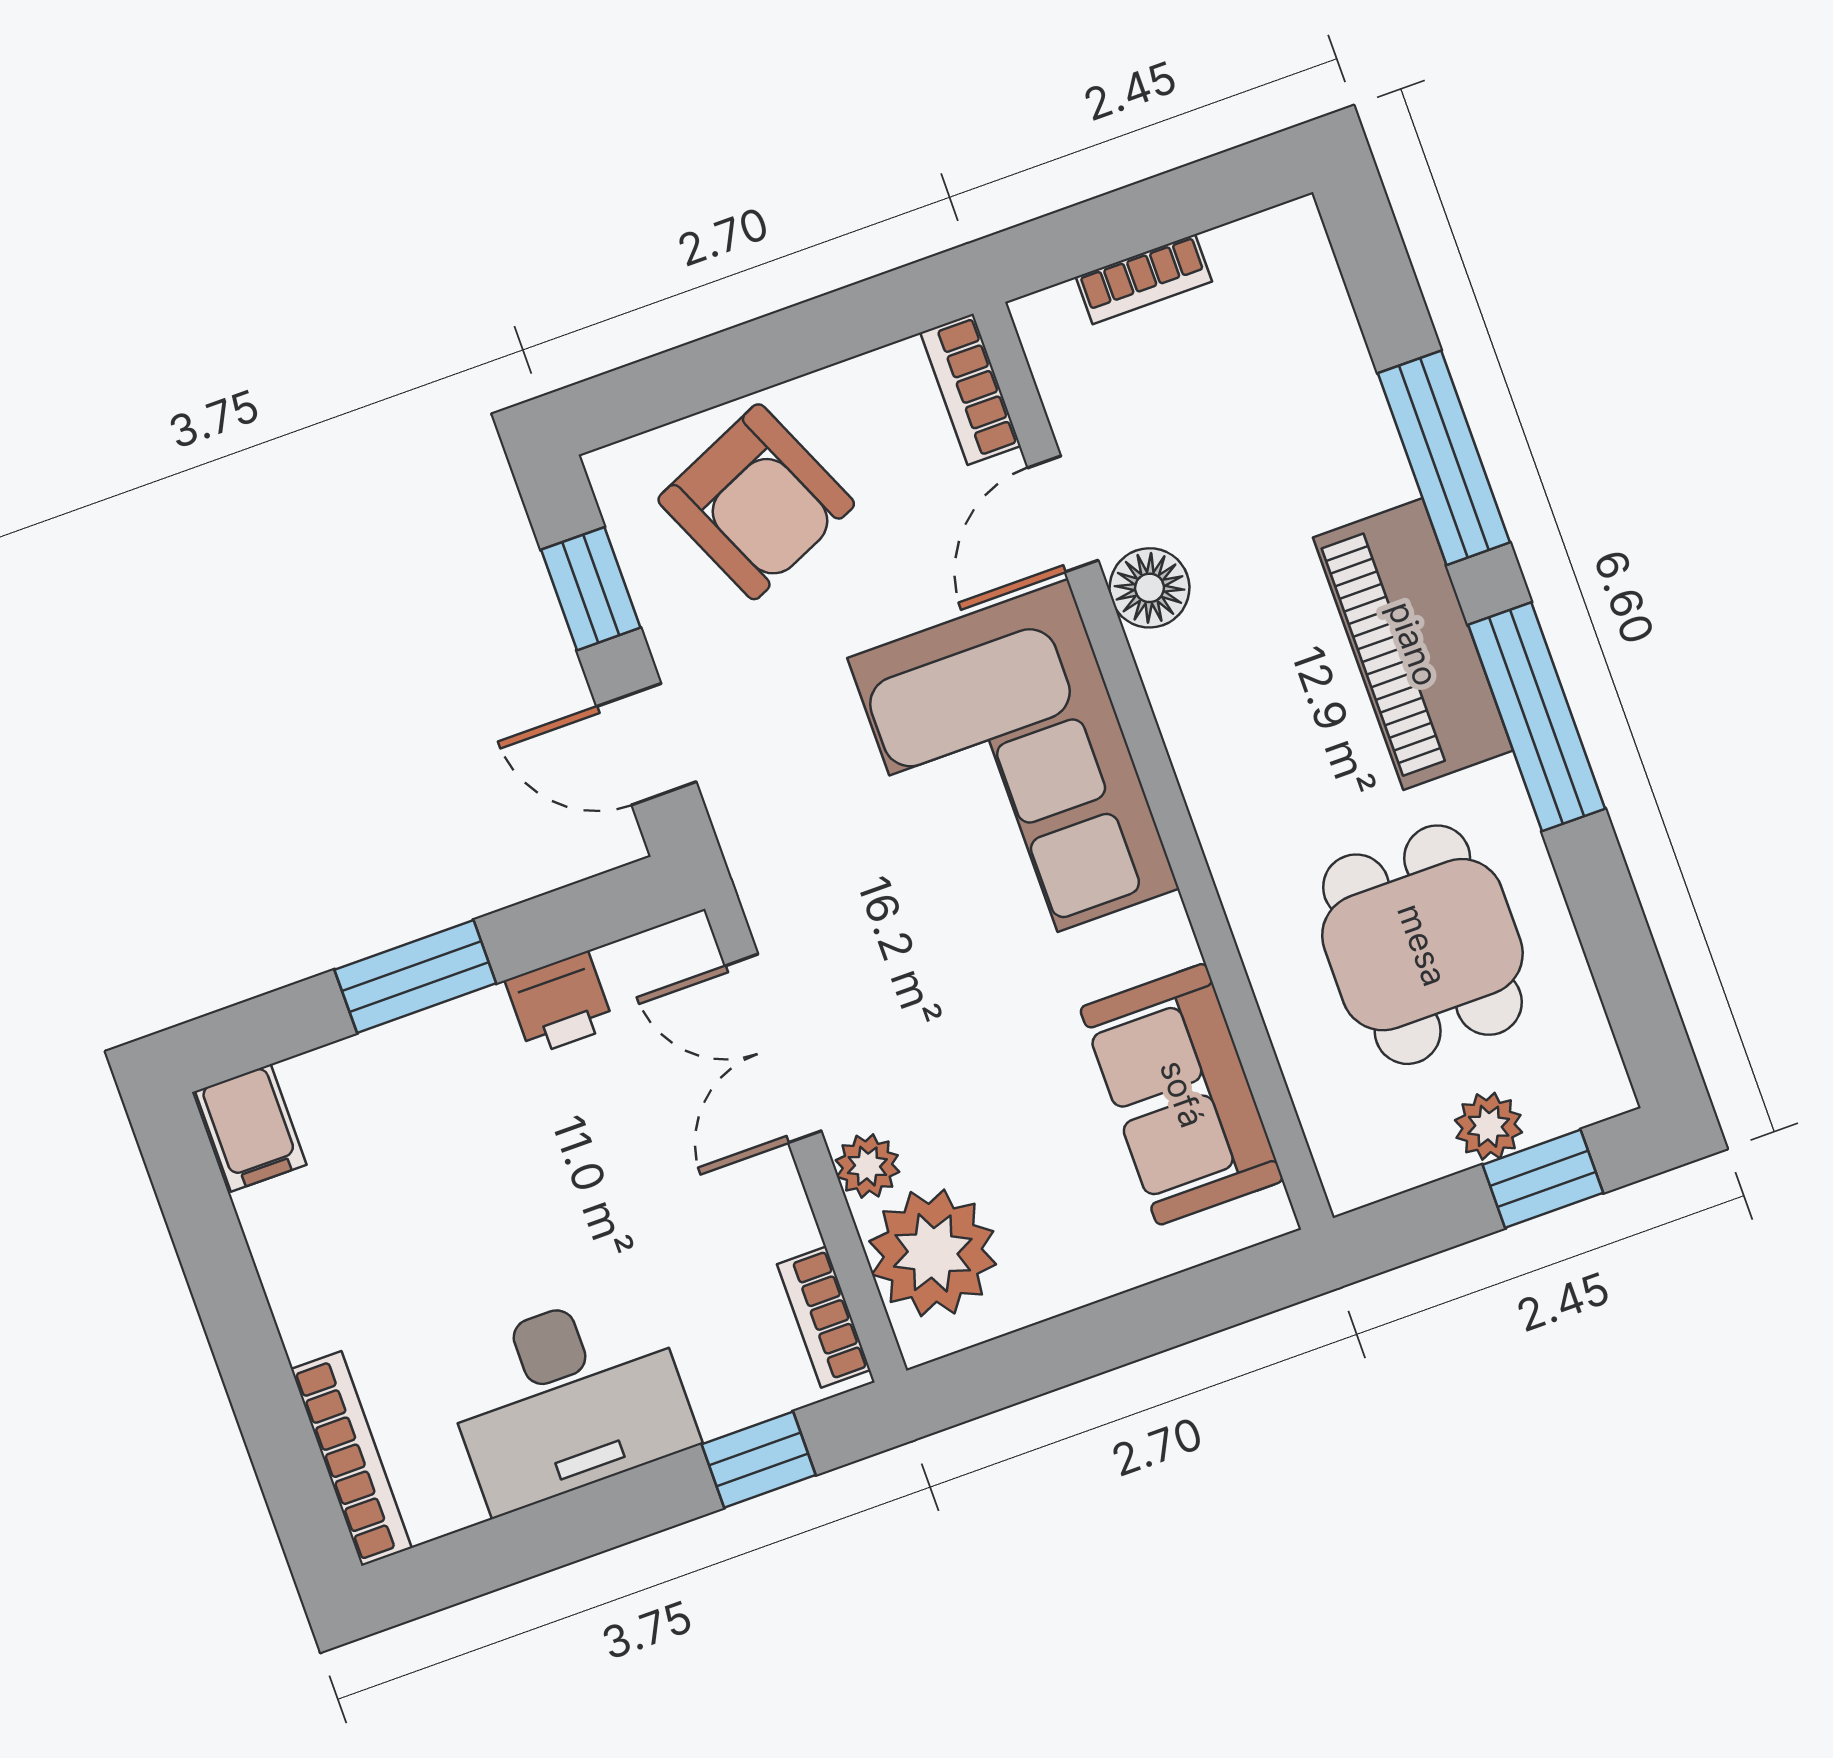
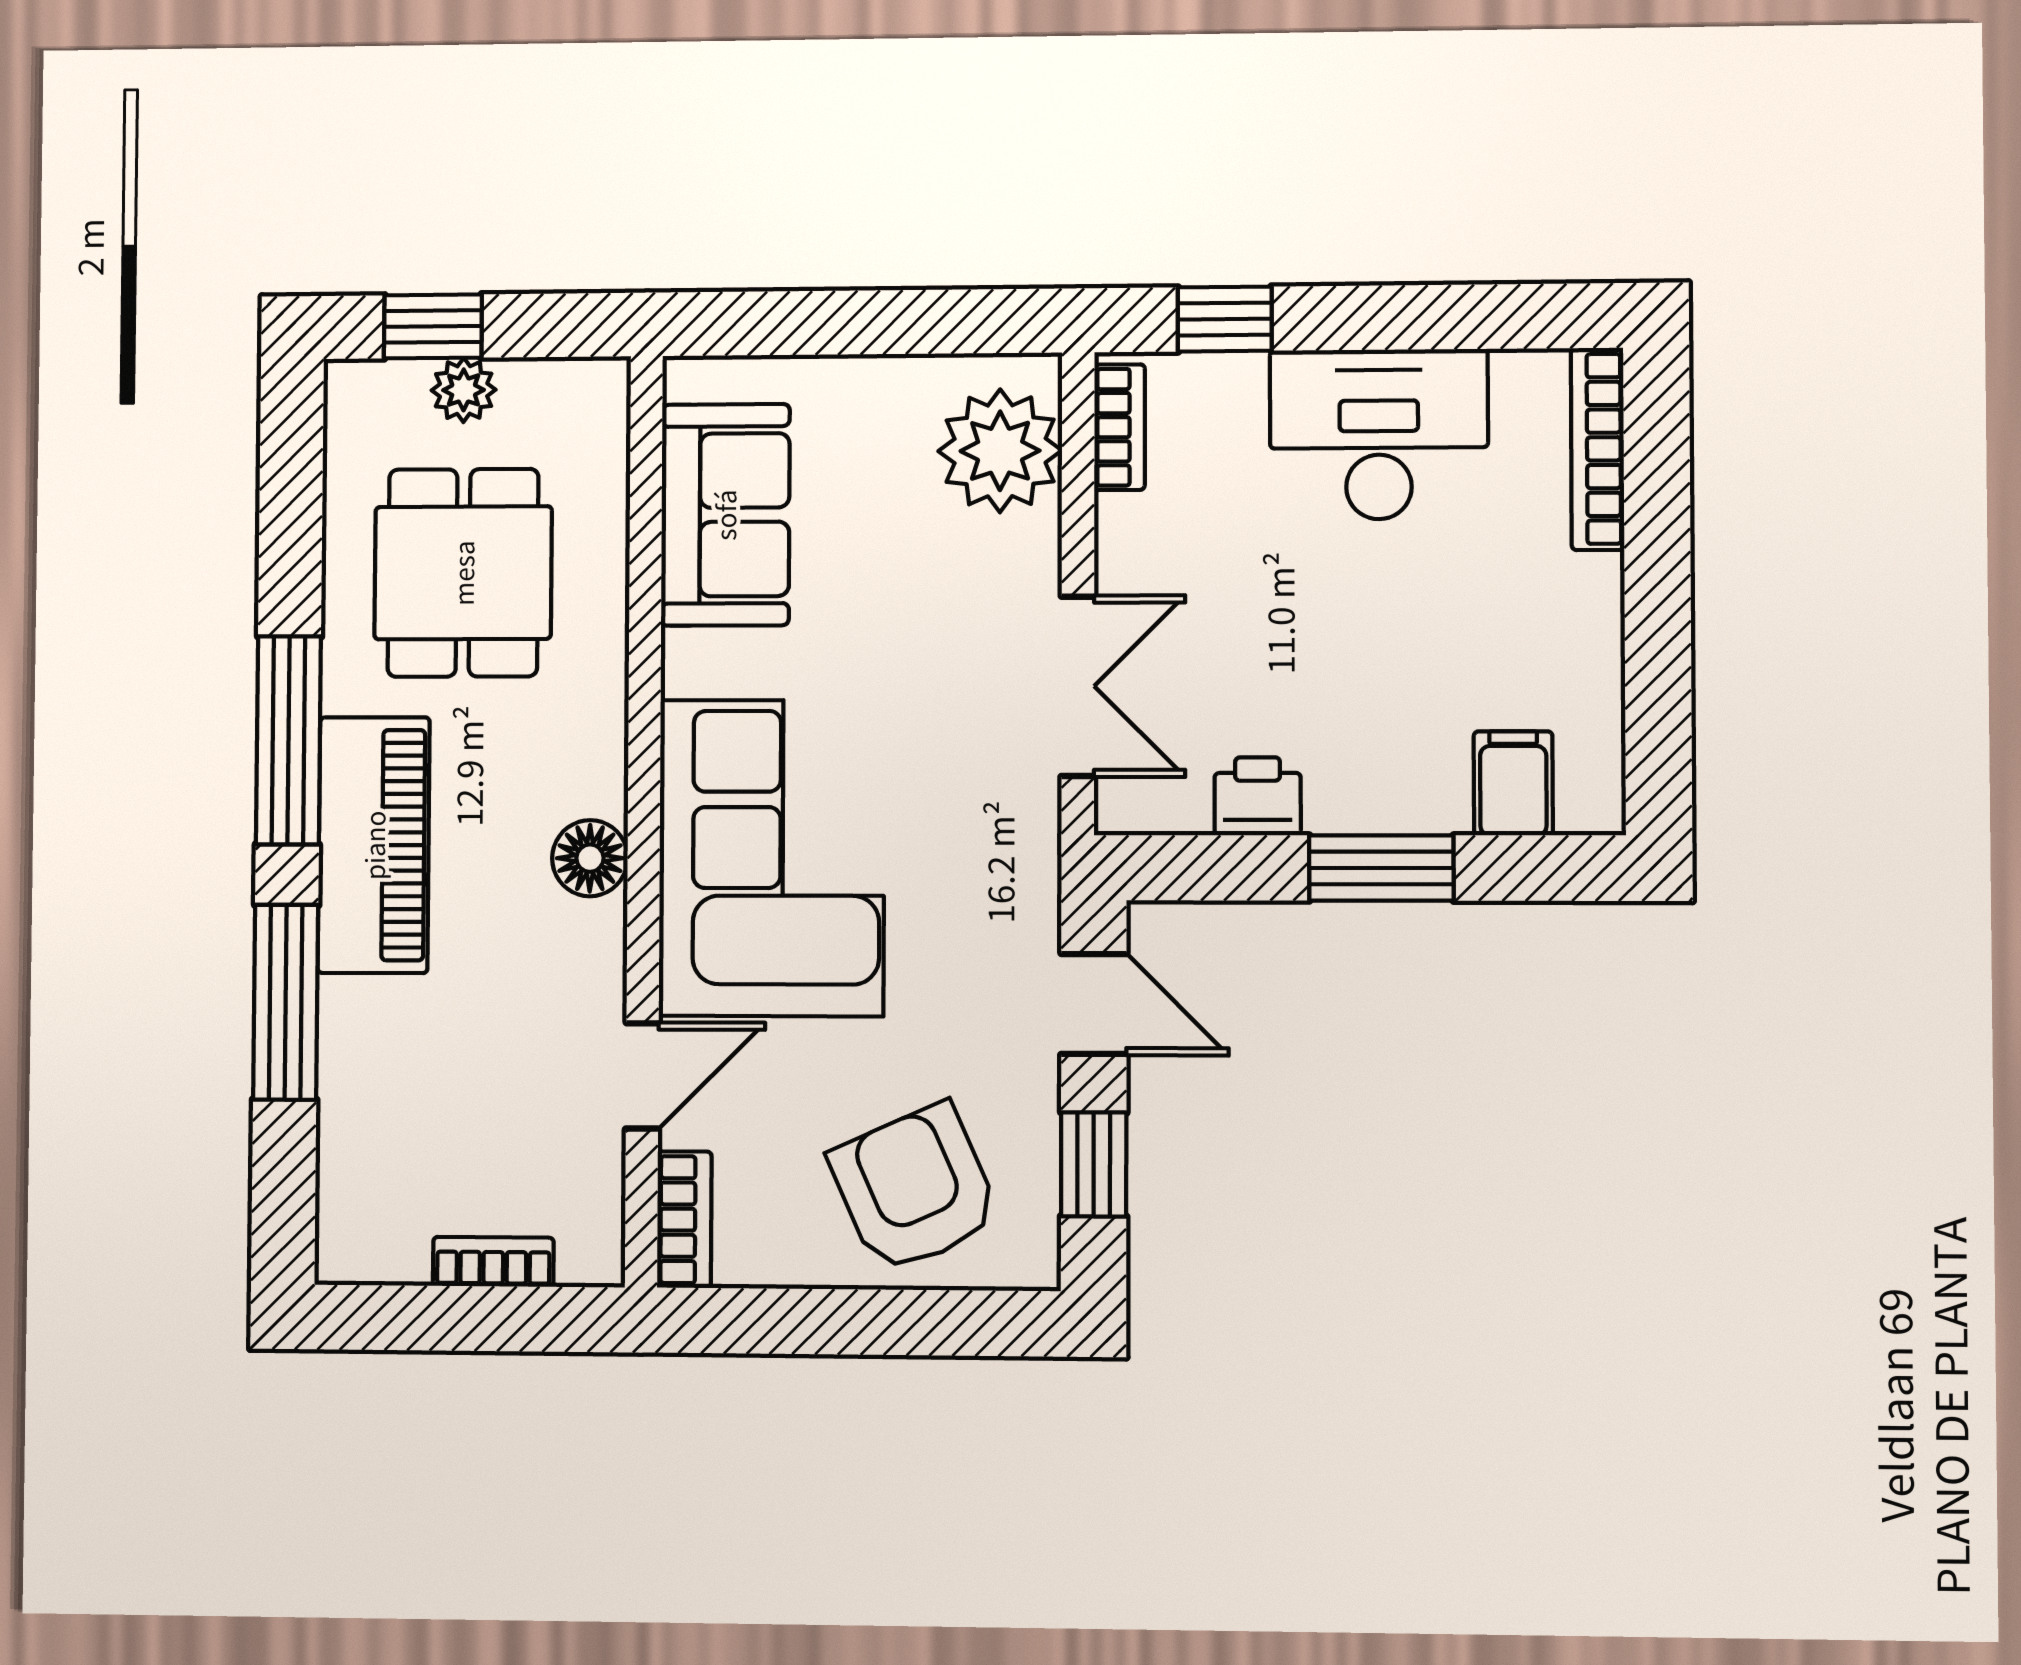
floor lamp: (1149, 588) -> (590, 858), moved
filing cabinet: (251, 1128) -> (1513, 783), moved
plant: (867, 1166) -> (1031, 550), removed

